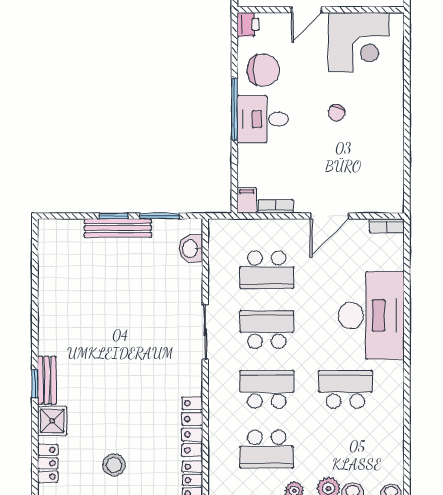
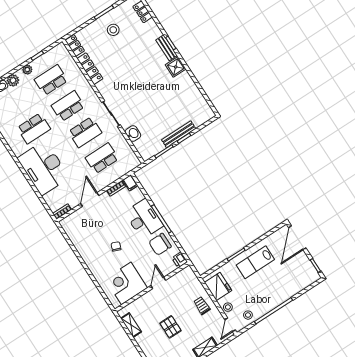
desk: (263, 119) -> (144, 219), width x1.37
washbasin: (191, 249) -> (133, 134), moved
school desk: (267, 389) -> (68, 106), turned 180
shower: (52, 421) -> (176, 67), moved

